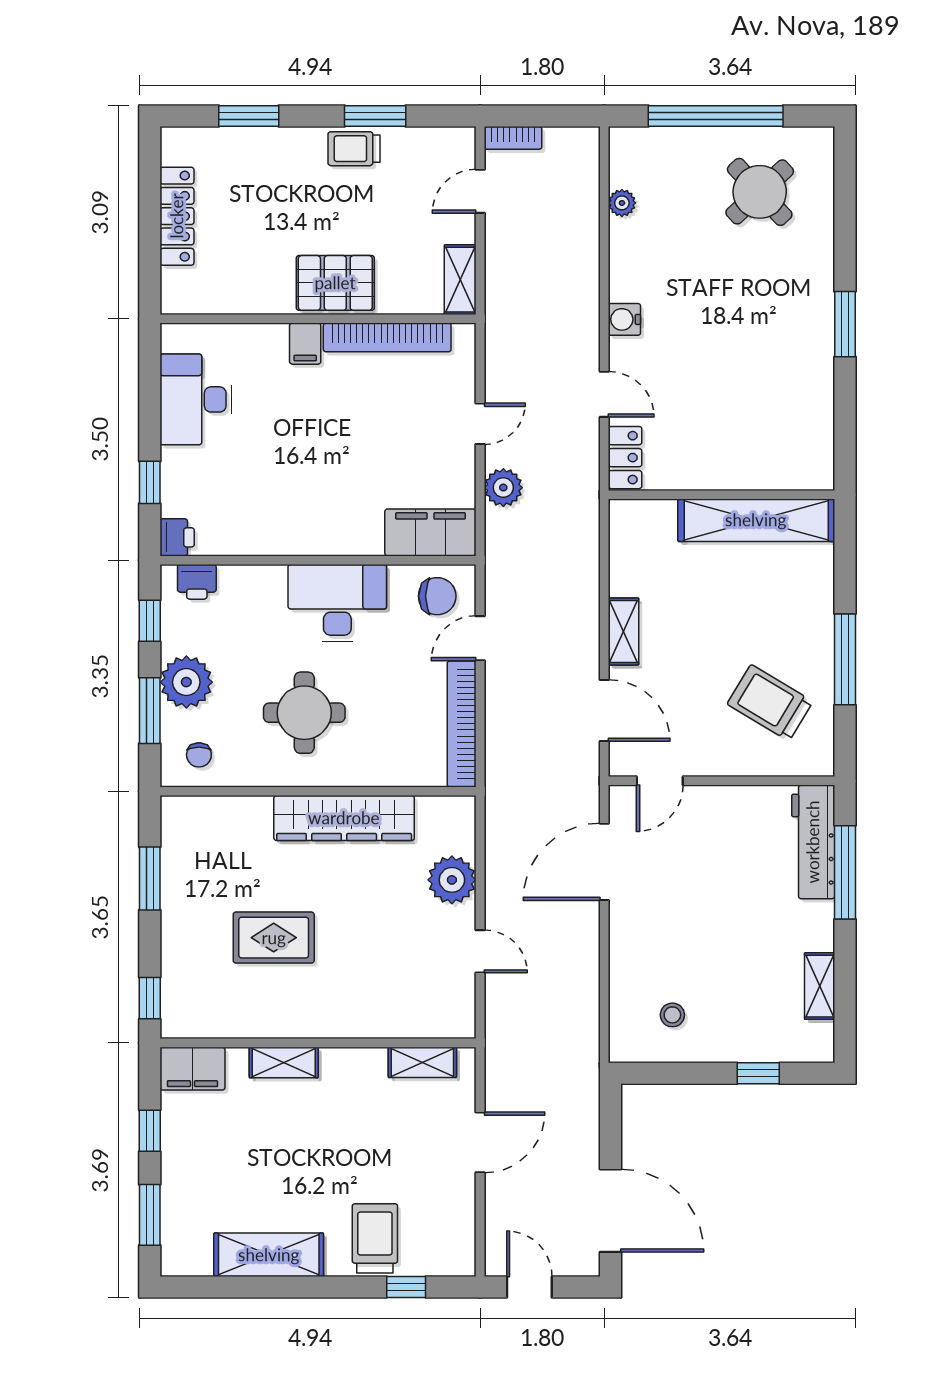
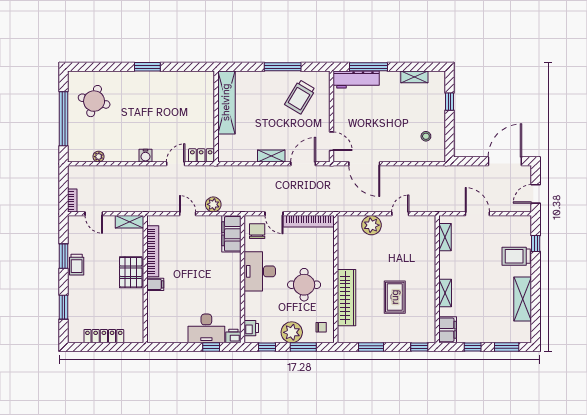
round table: (760, 192) -> (94, 101), turned -31
desk: (196, 399) -> (206, 328), moved
wardrobe: (344, 818) -> (347, 298), moved

